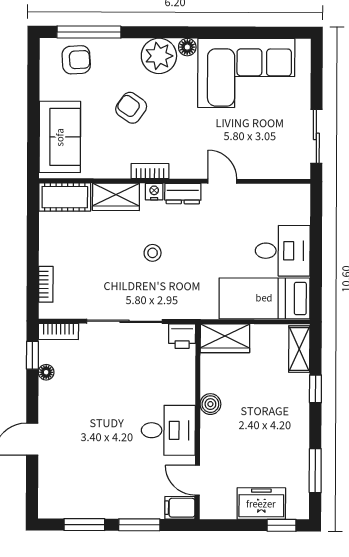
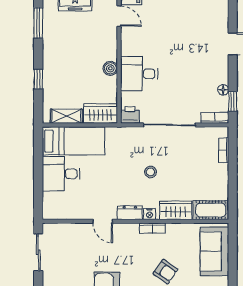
shelving: (299, 349) -> (66, 116), moved, turned 90
desk: (168, 430) -> (139, 74), moved

